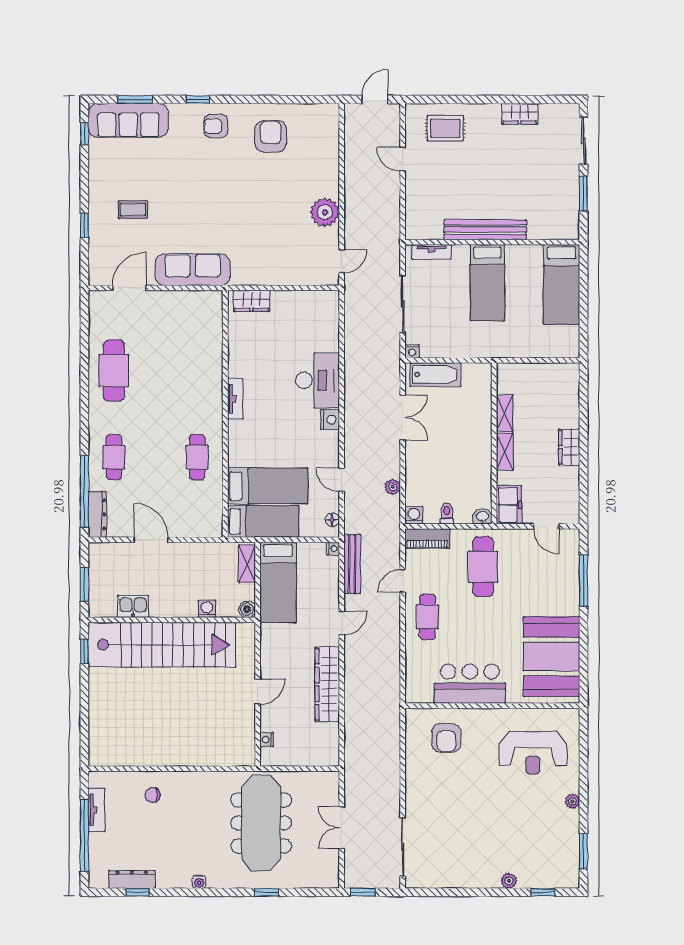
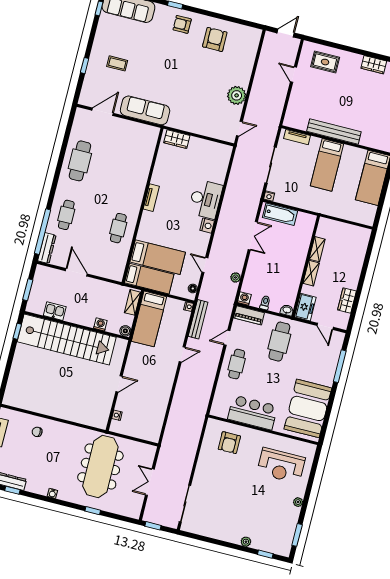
wardrobe: (569, 447) -> (347, 301), moved
wardrobe: (327, 684) -> (163, 390), removed

